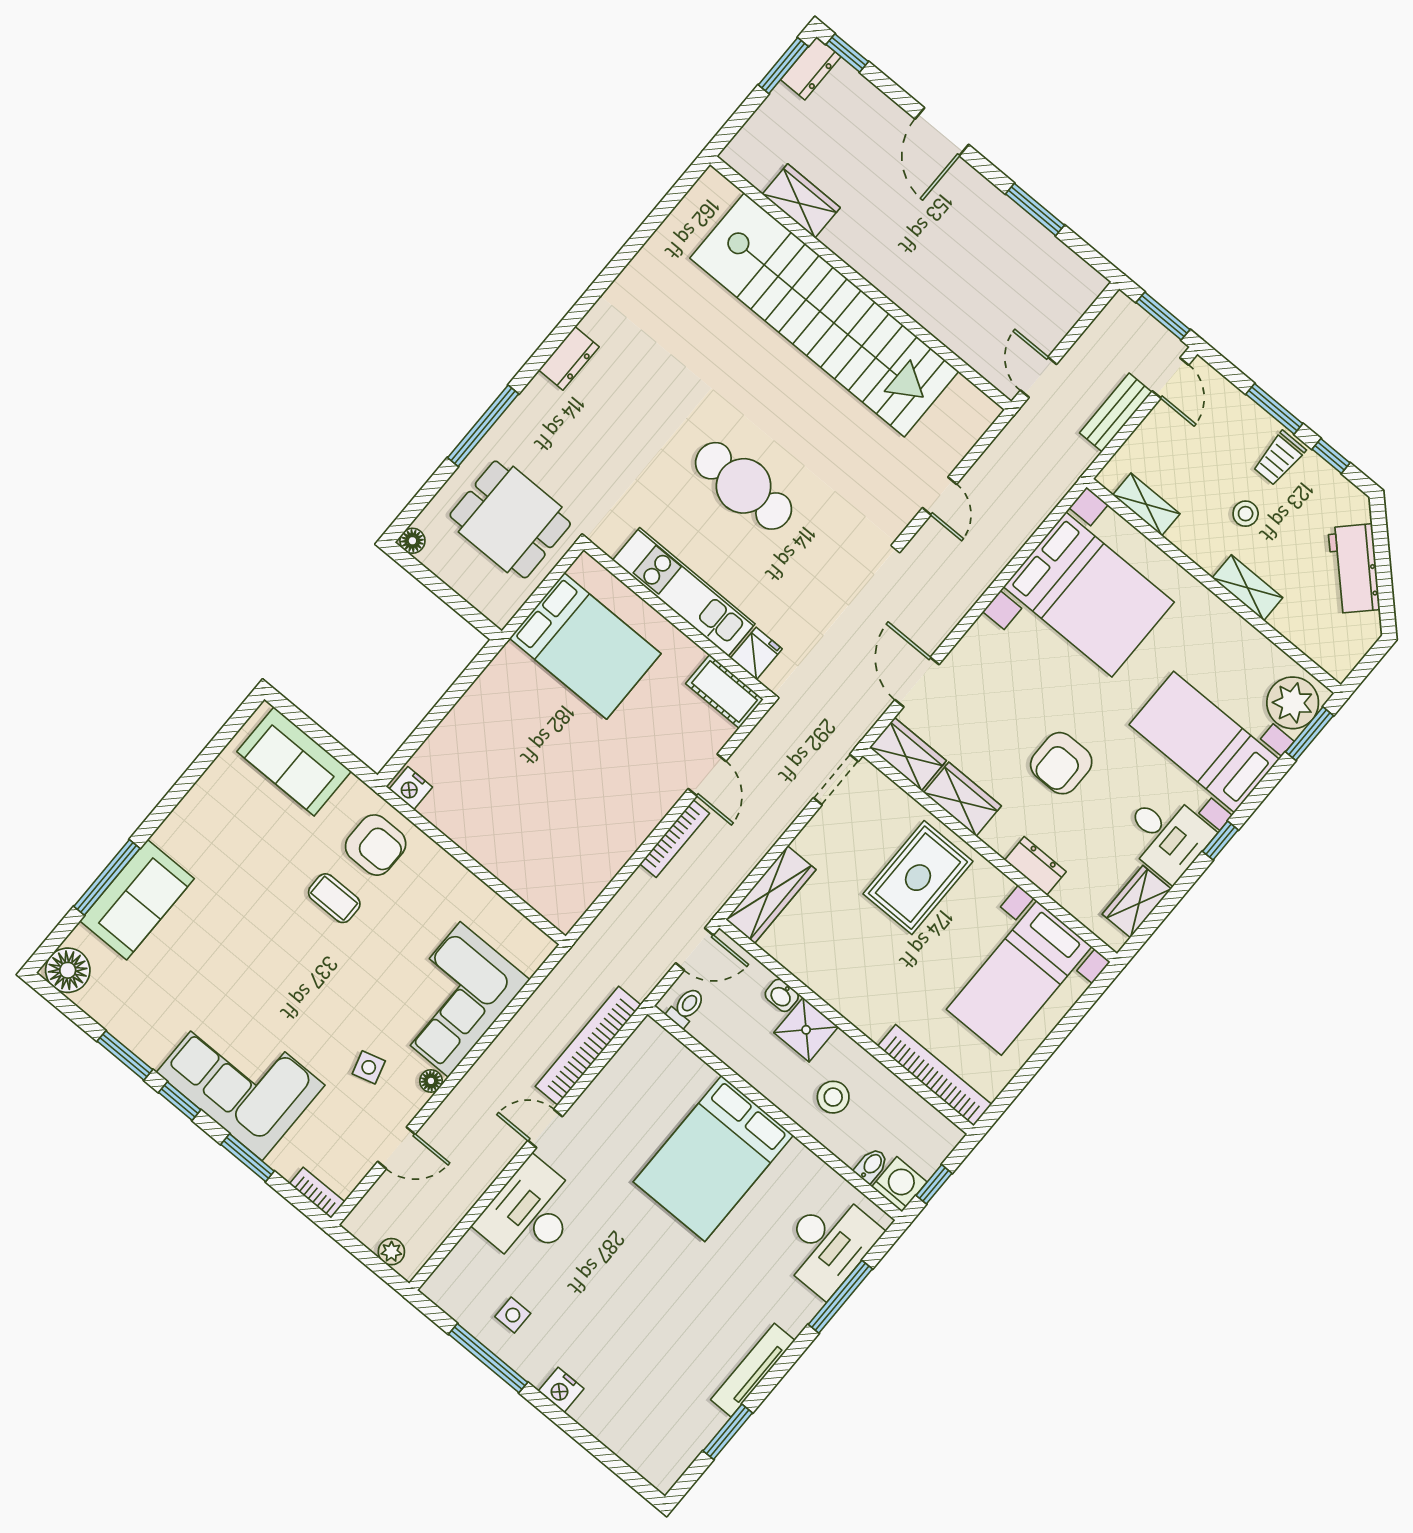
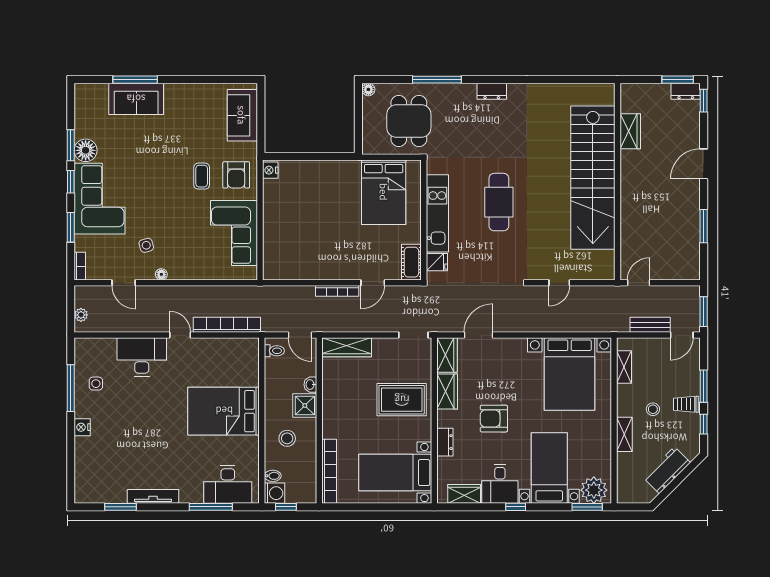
floor lamp: (68, 970) -> (86, 150), moved
corner sofa: (454, 999) -> (234, 233), moved, turned -90

